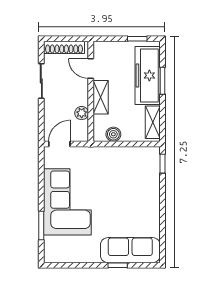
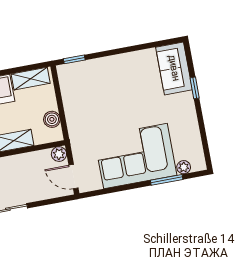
plant: (82, 113) -> (59, 154), moved
plant: (50, 243) -> (184, 167), added
sofa: (130, 250) -> (174, 68), width x0.73

